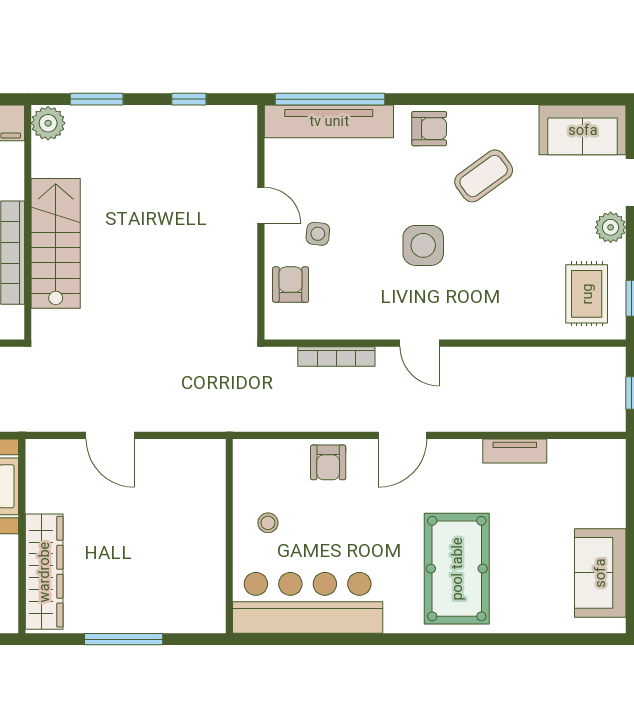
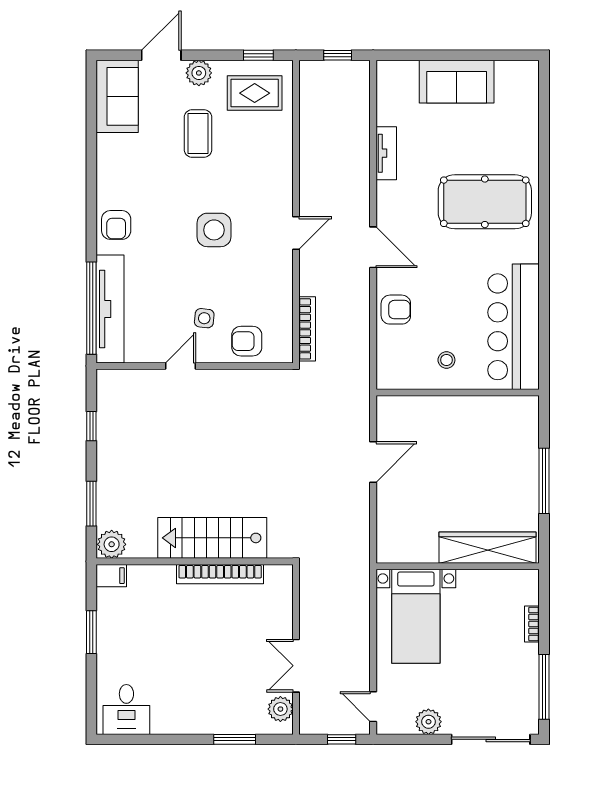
armchair: (429, 129) -> (116, 225), turned 180
coffee table: (484, 176) -> (198, 133), moved, turned 36
bookcase: (336, 356) -> (307, 329), moved
door: (110, 435) -> (373, 462), moved
sofa: (600, 573) -> (457, 82), moved

